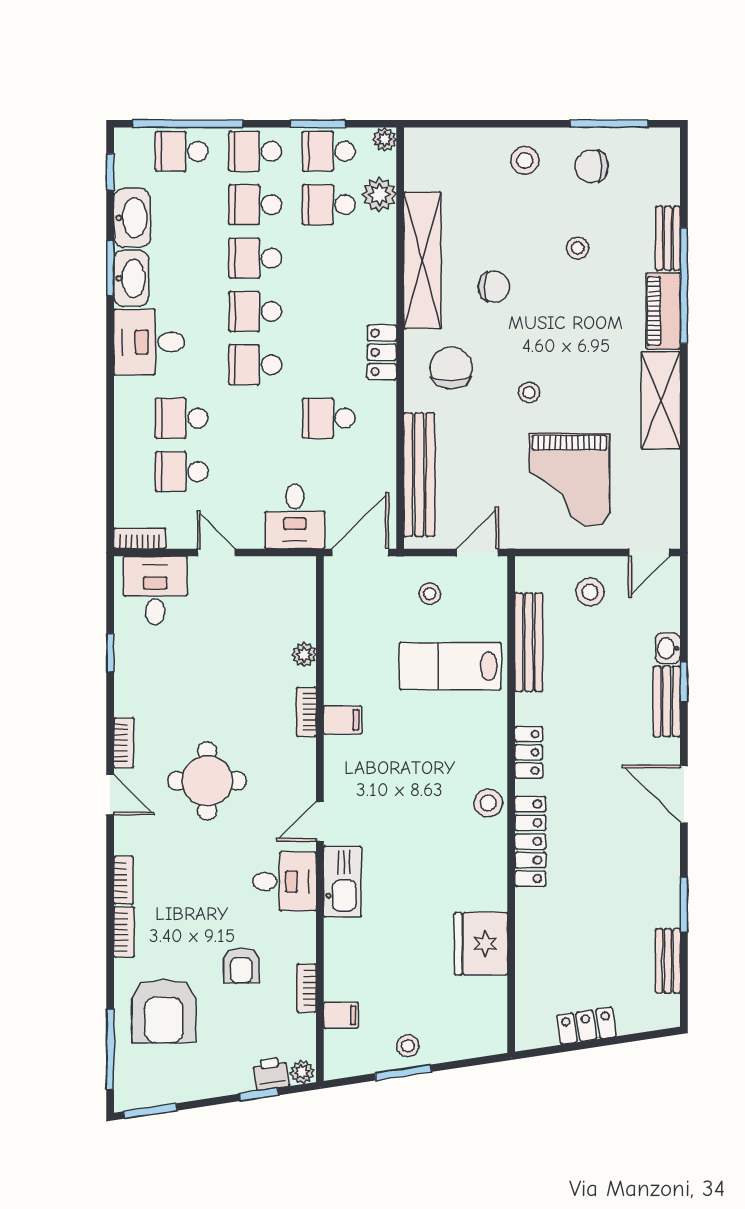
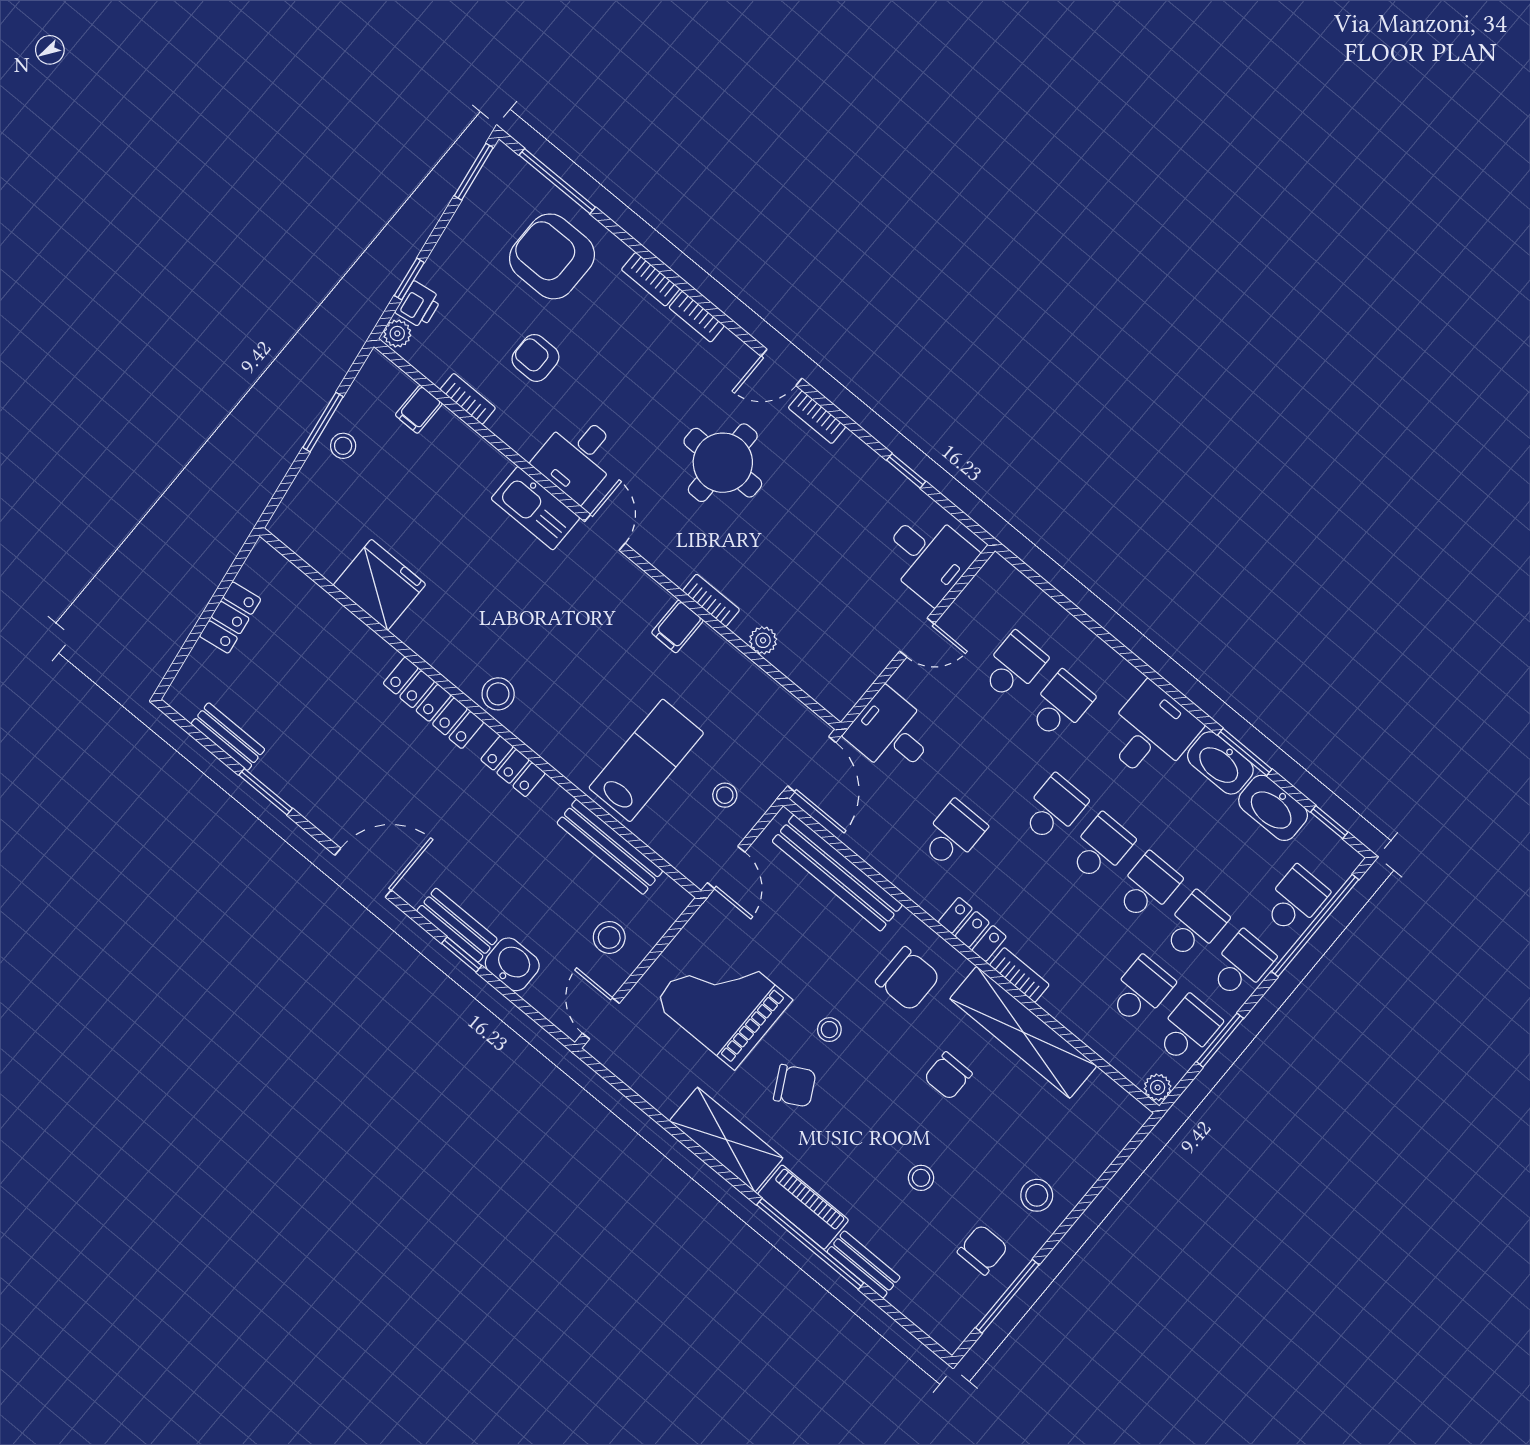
plant: (379, 194) -> (1113, 1042), removed
chair: (586, 384) -> (795, 1086), added
bookcase: (140, 538) -> (1019, 975), moved, turned -90
washbasin: (668, 648) -> (512, 964), width x1.38, depth x1.45

